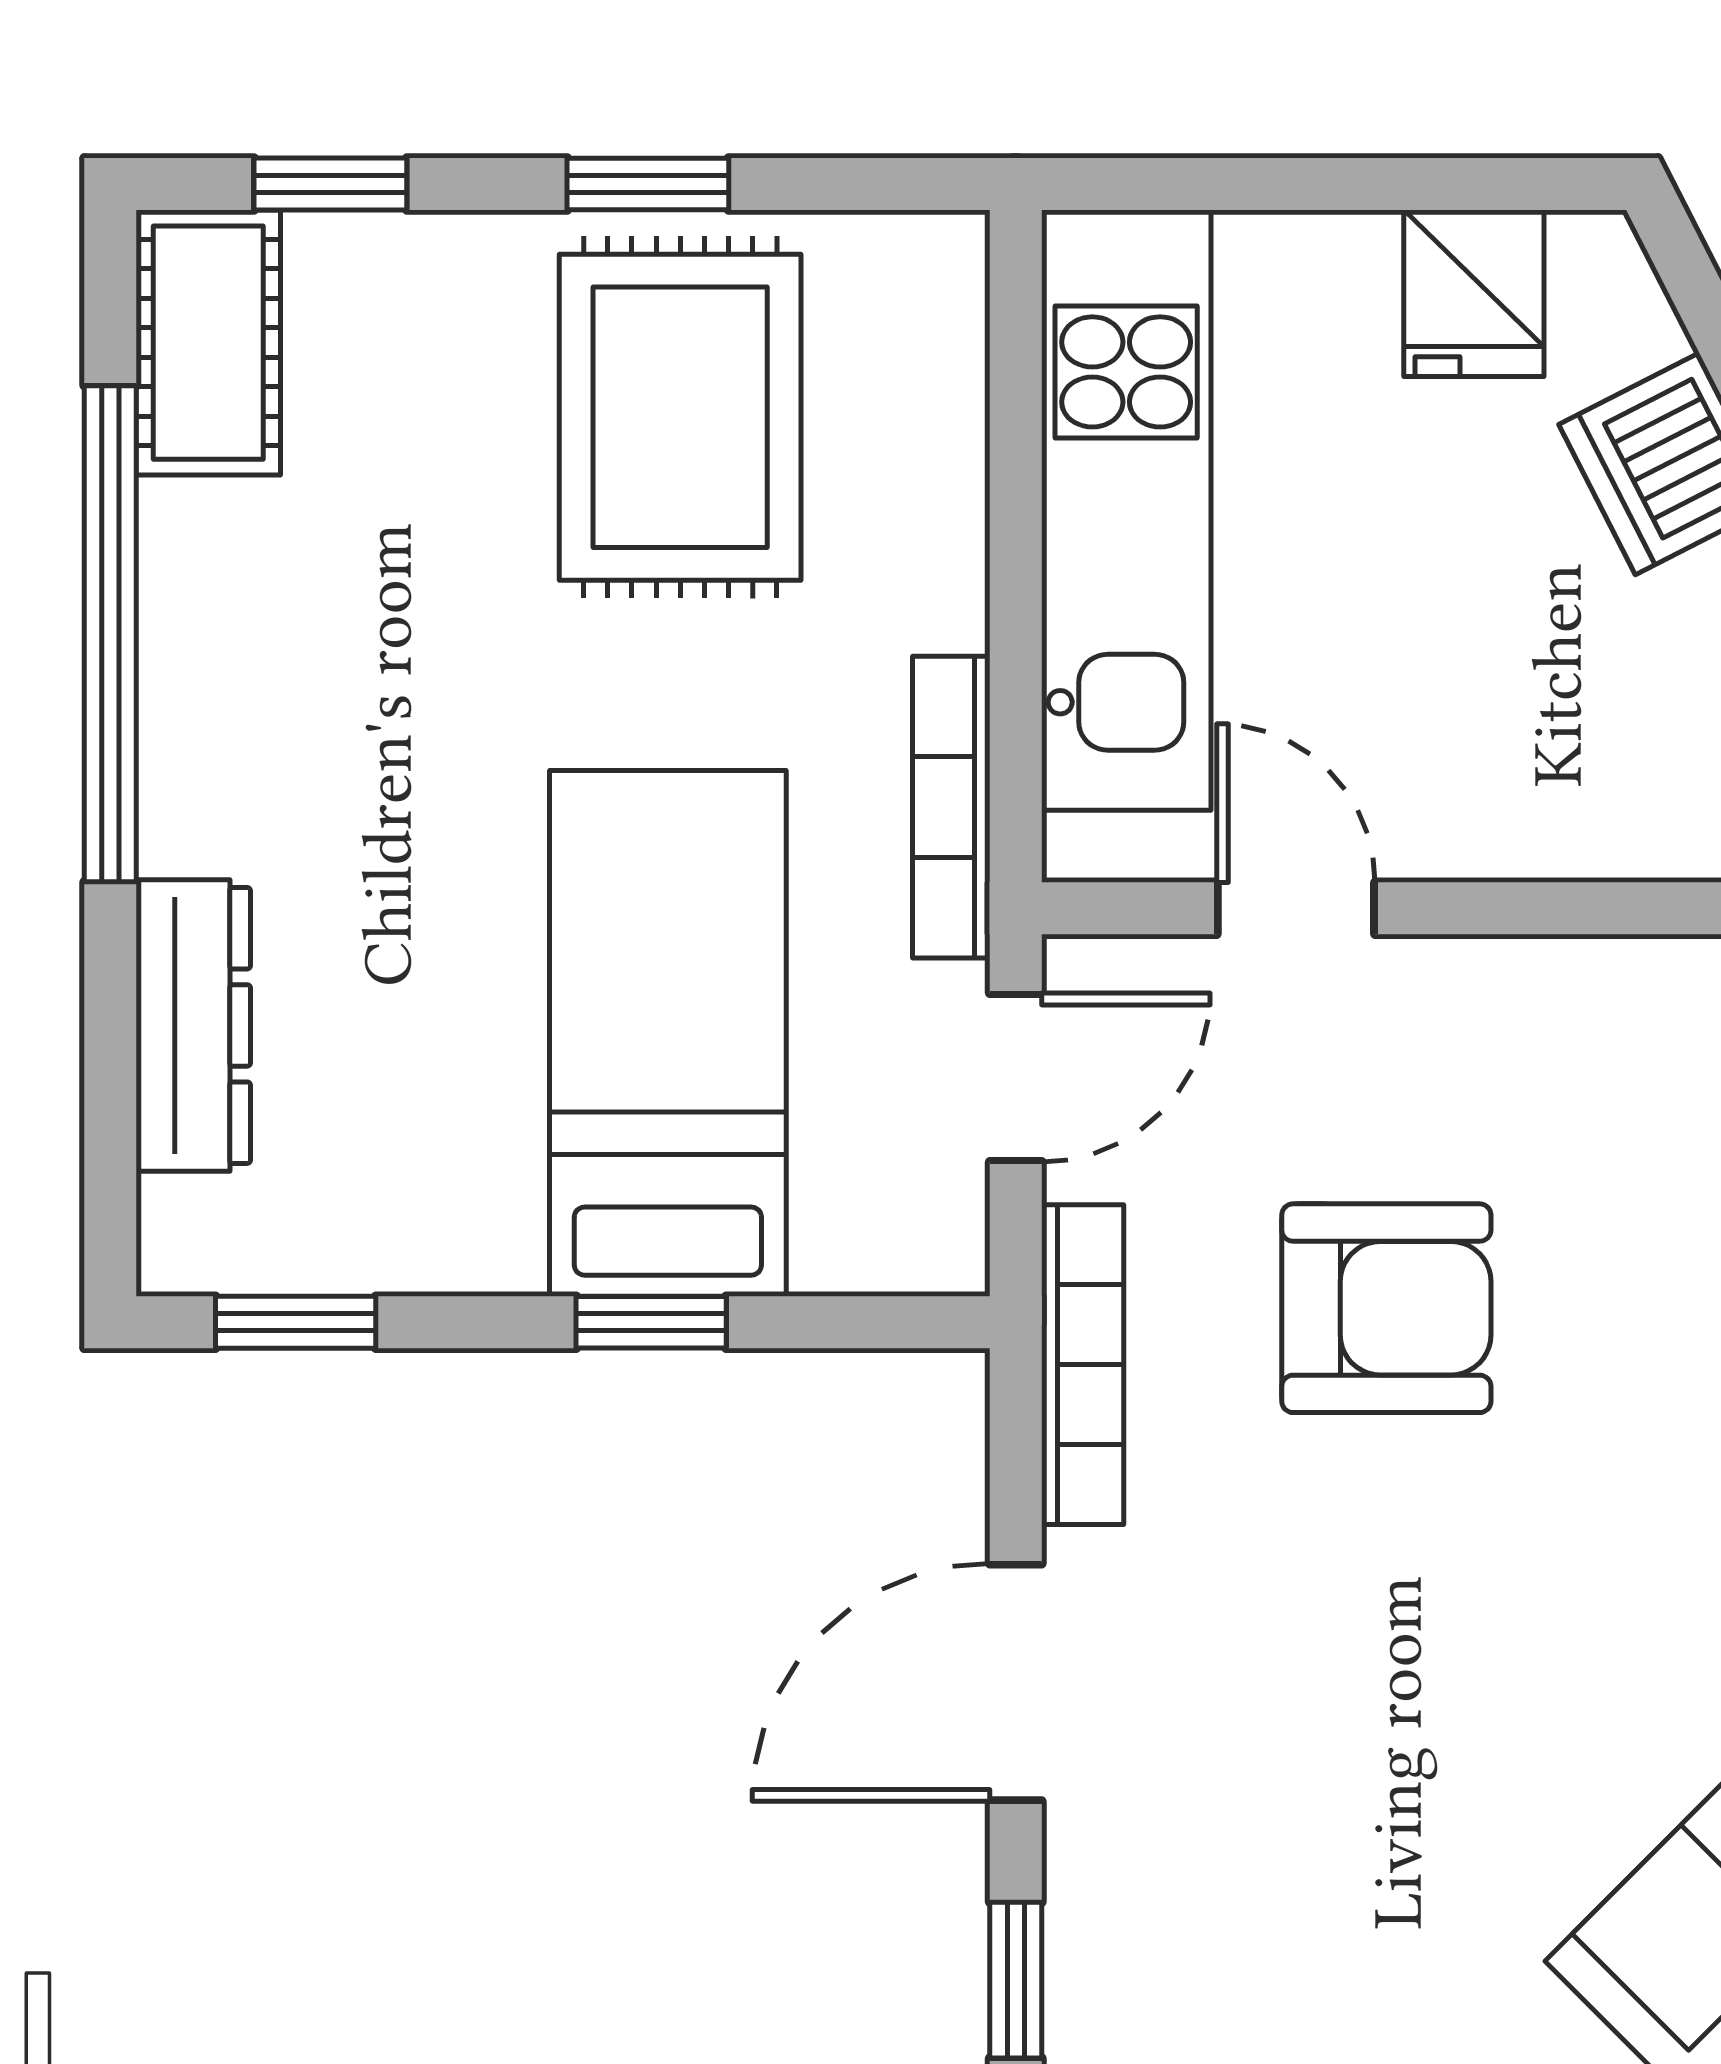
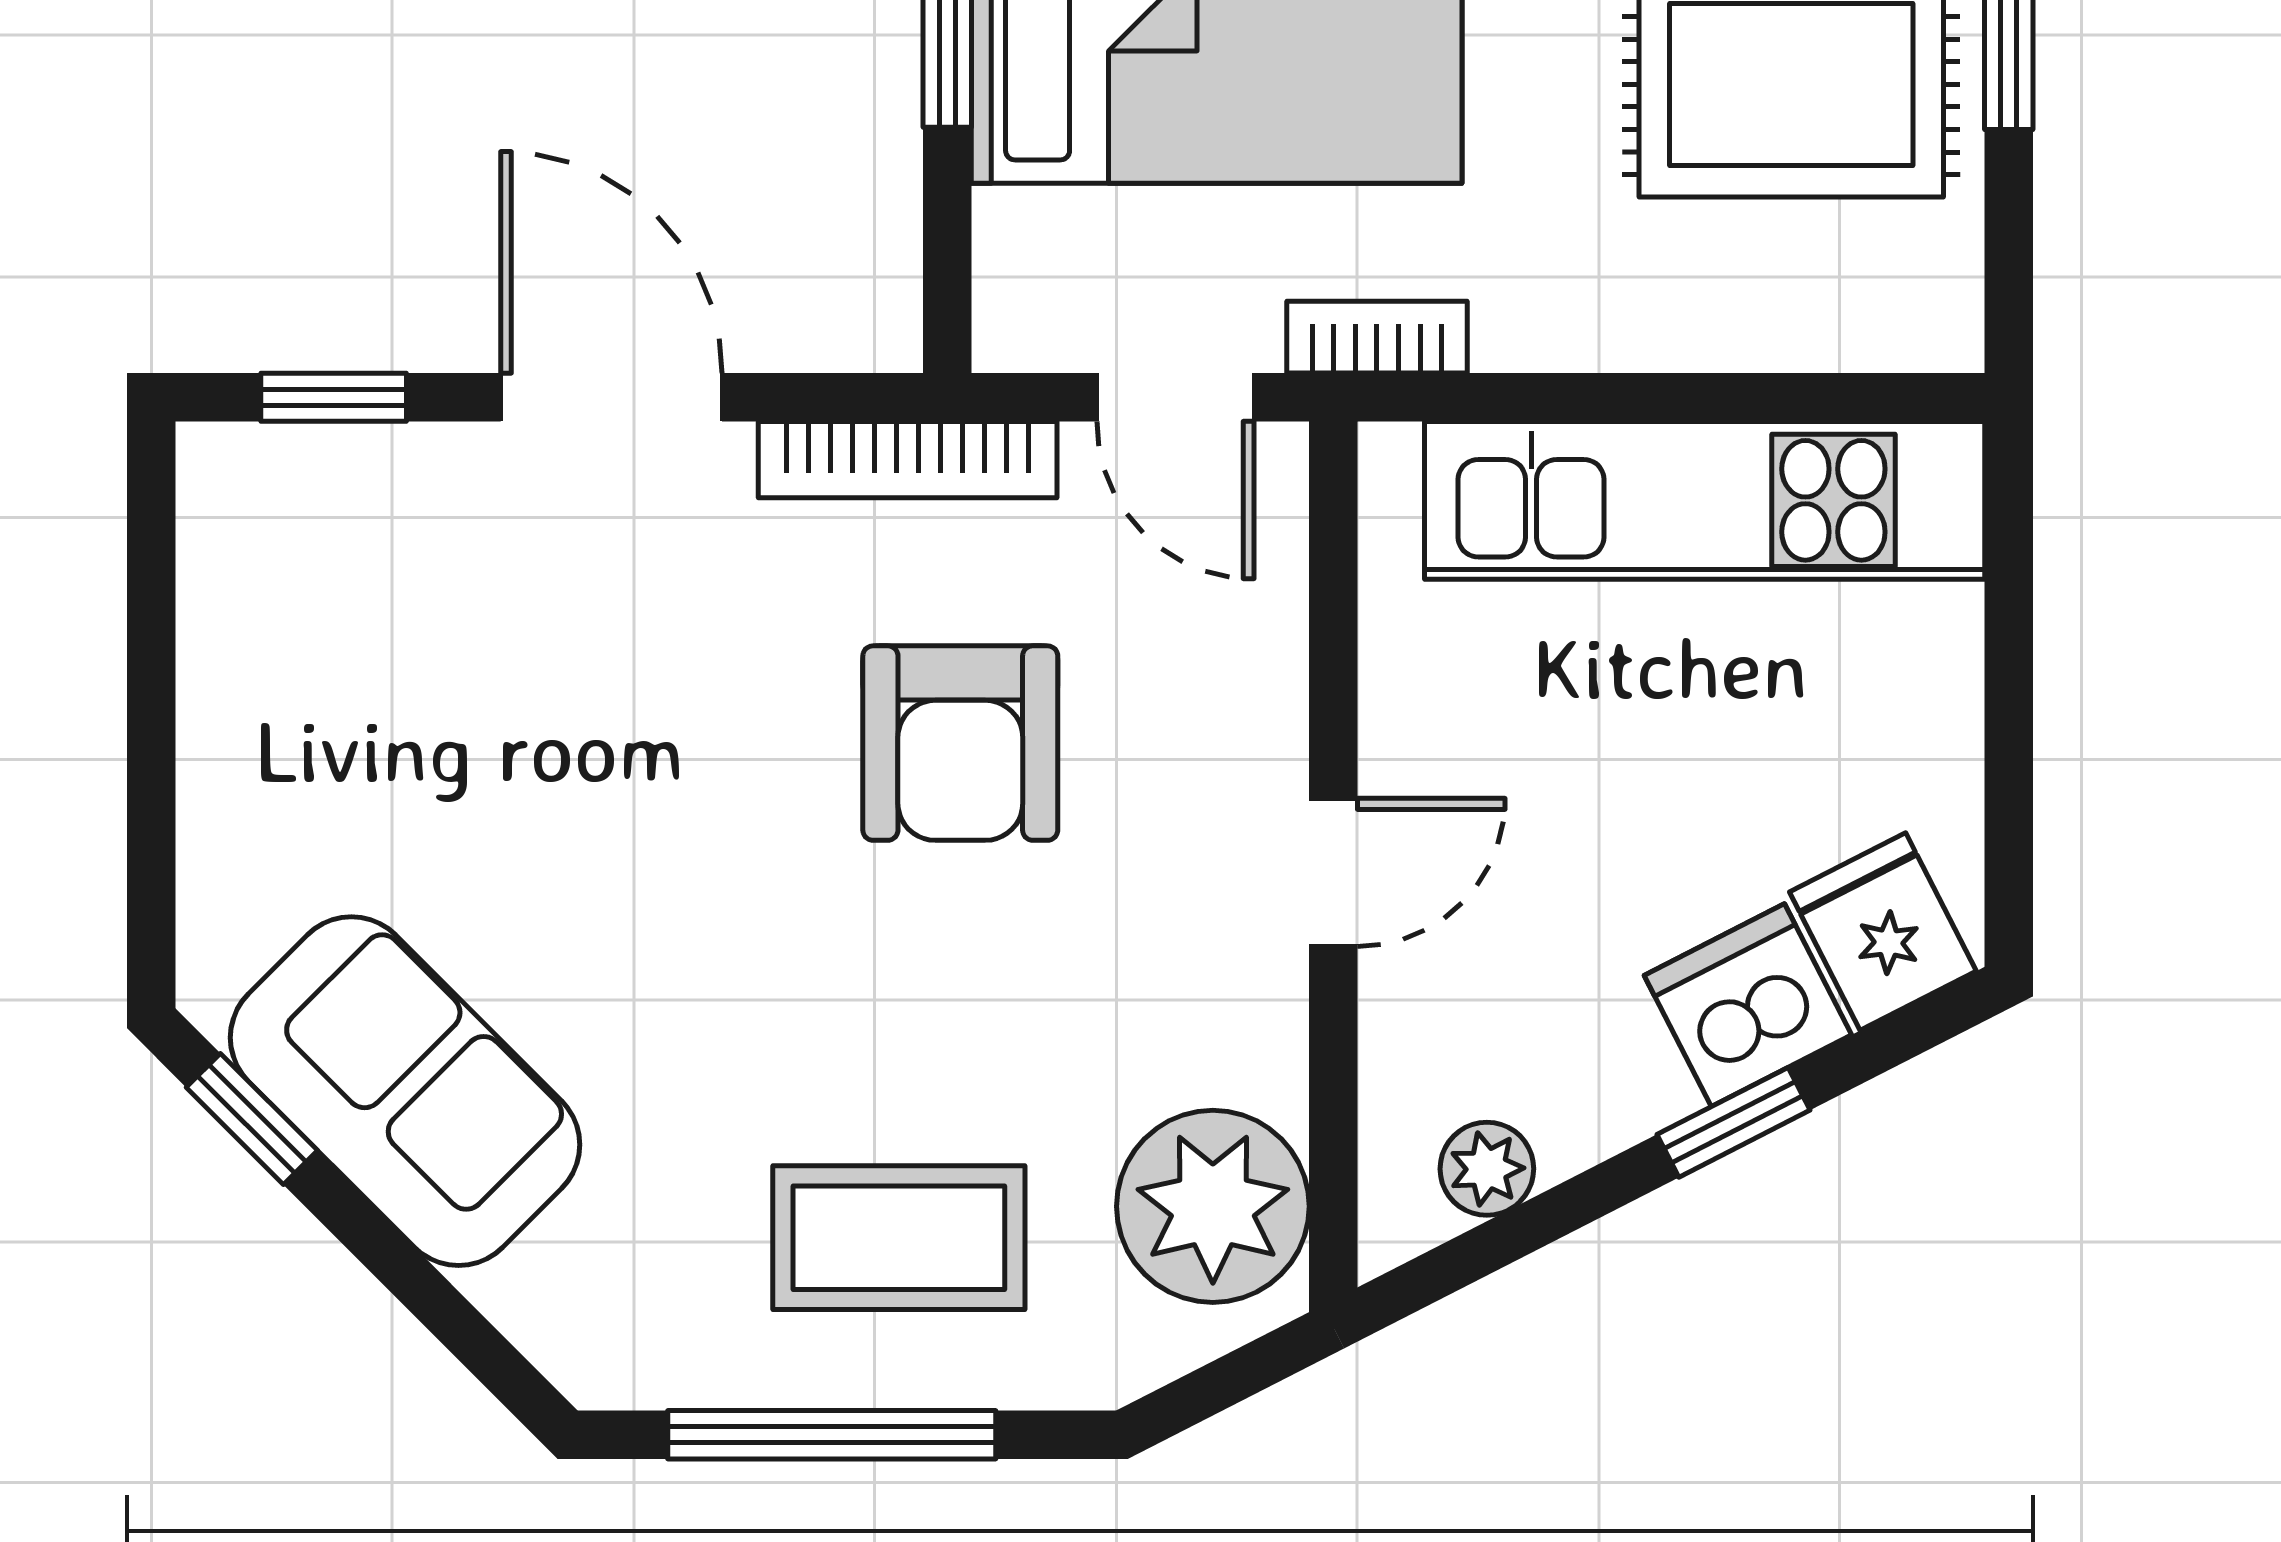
fridge: (1474, 293) -> (1883, 932), moved, turned 63
bookcase: (951, 807) -> (1377, 337), width x0.64
door: (1296, 908) -> (1333, 872), moved

